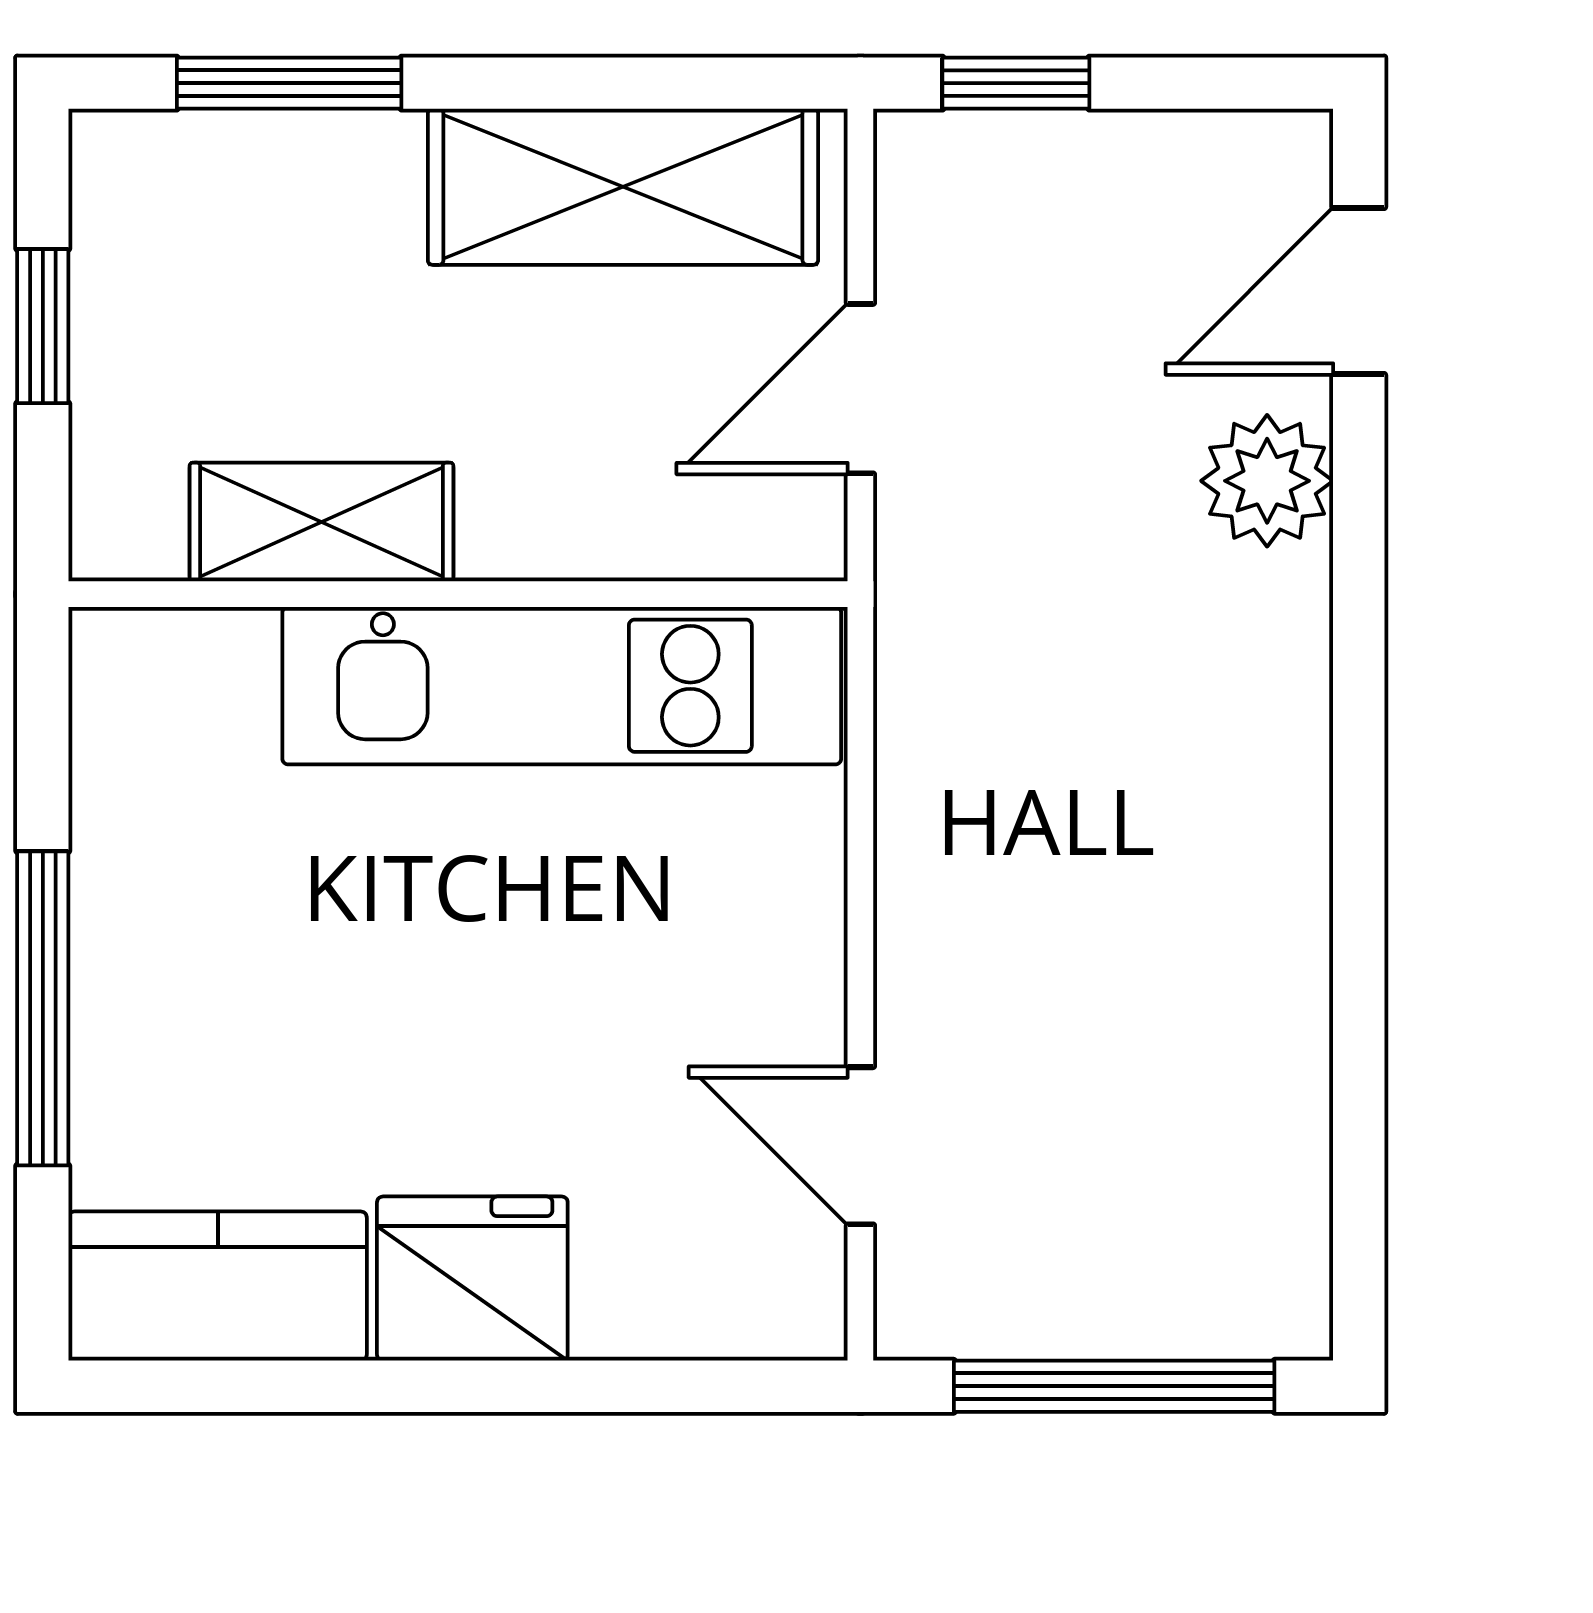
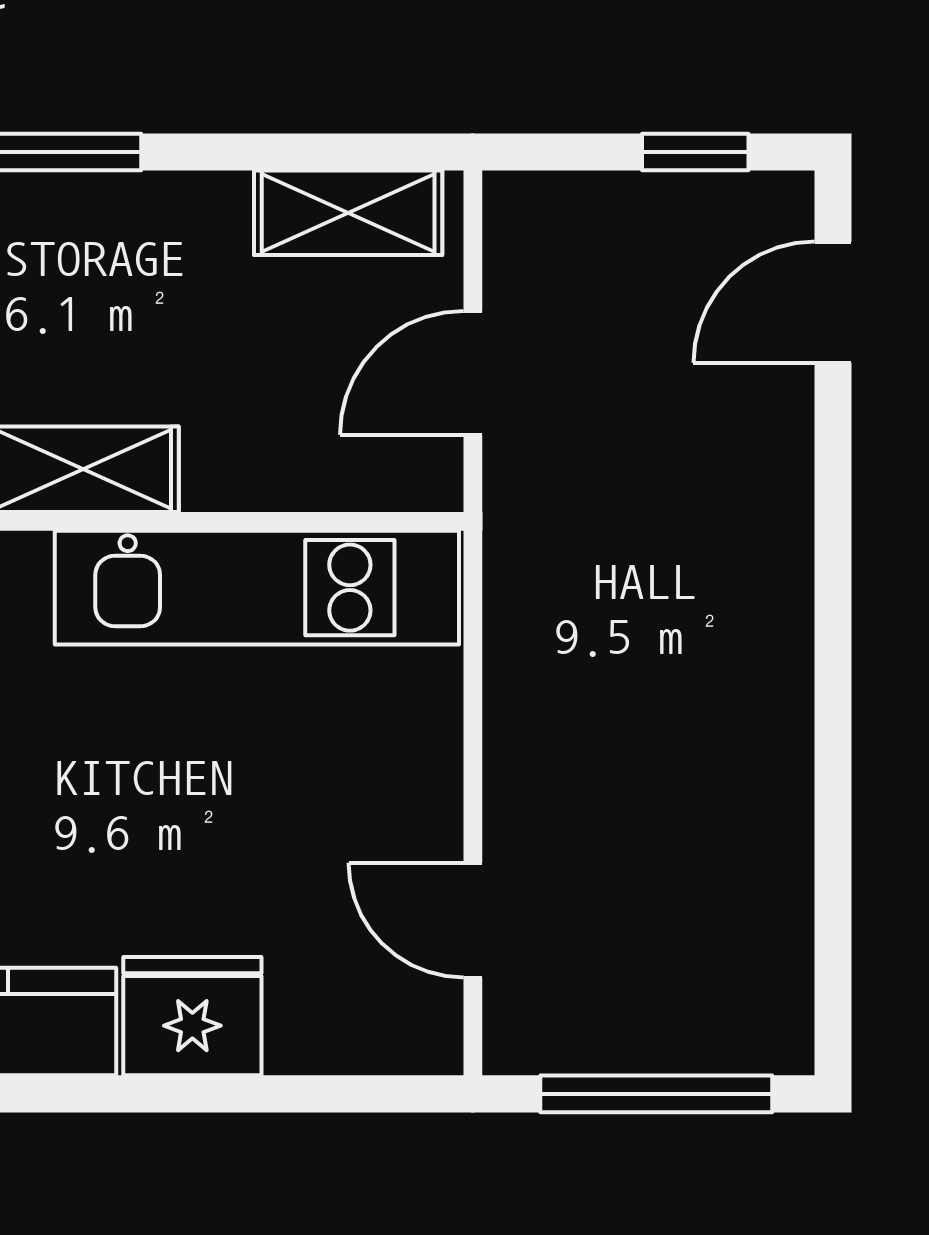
window: (1016, 83) -> (695, 152), moved
shelving: (623, 187) -> (348, 213), width x0.67, depth x0.75
plant: (1267, 481) -> (767, 439), removed

